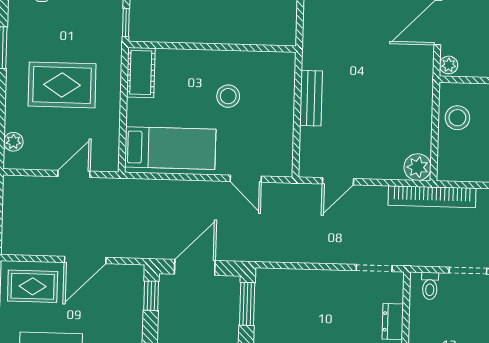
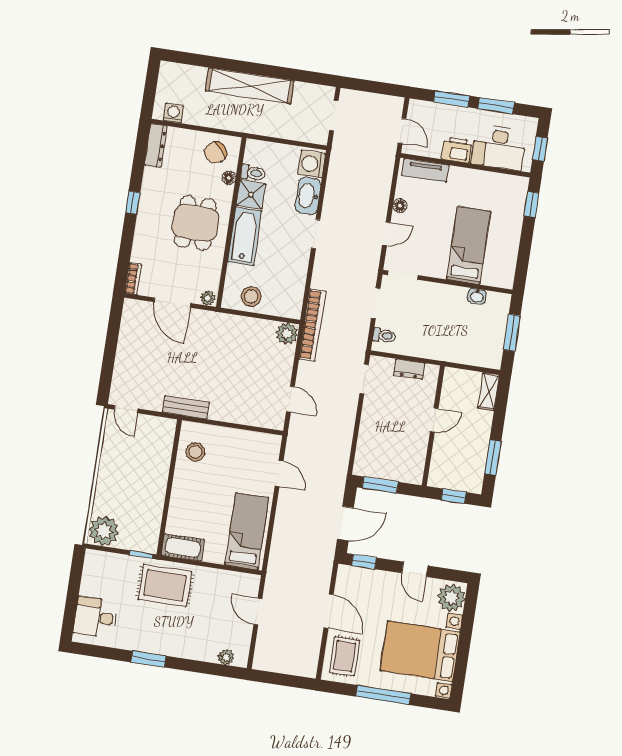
rug: (62, 85) -> (165, 585), moved, turned 90
stool: (228, 96) -> (195, 452), moved
bench: (311, 98) -> (186, 407), moved
door: (246, 179) -> (279, 473), hinge flipped
door: (195, 267) -> (345, 523), swing flipped

